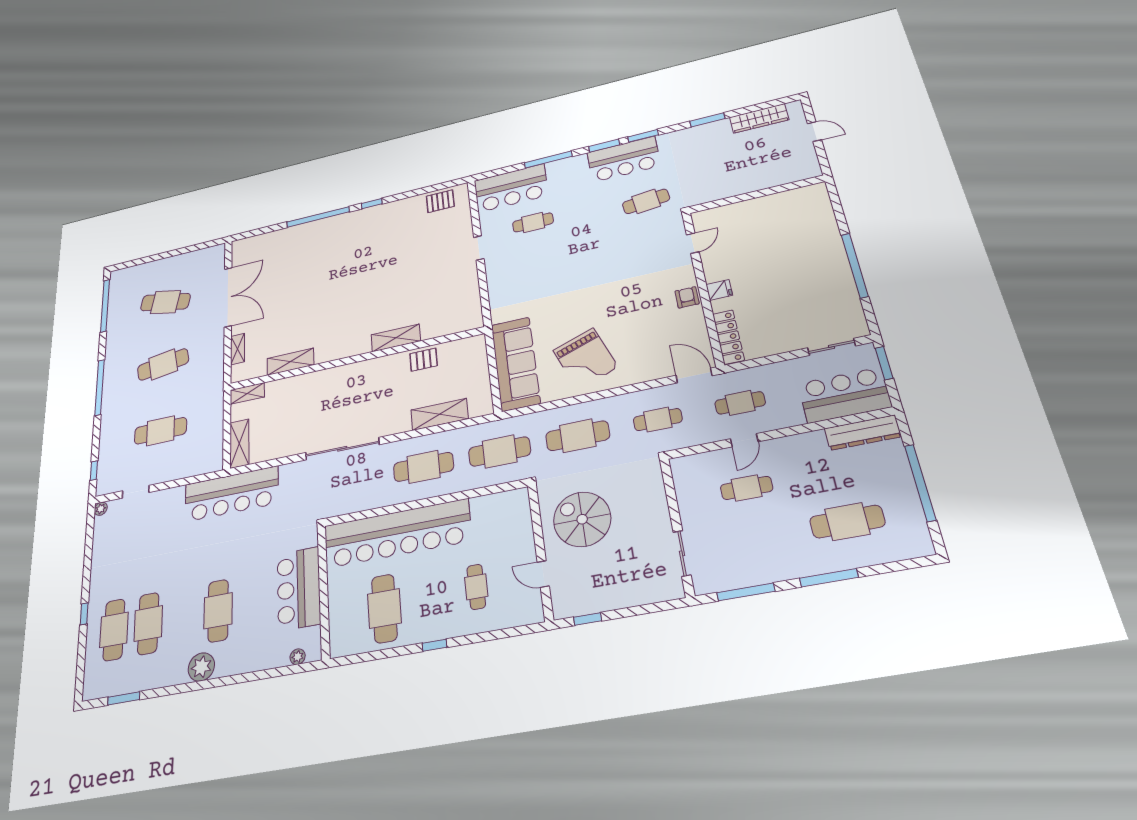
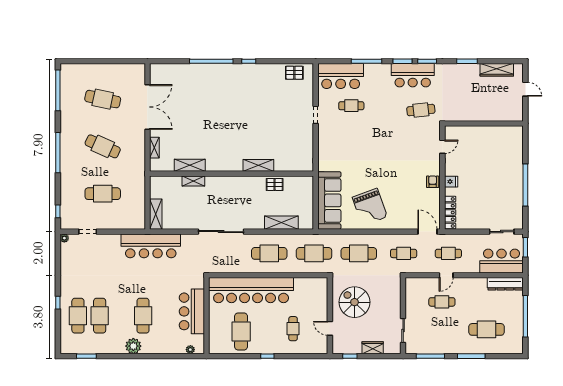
cafe table: (163, 364) -> (103, 146), turned 33
shelving: (247, 393) -> (193, 181), moved
wardrobe: (629, 596) -> (373, 348), added

